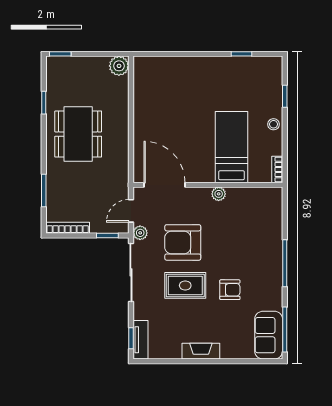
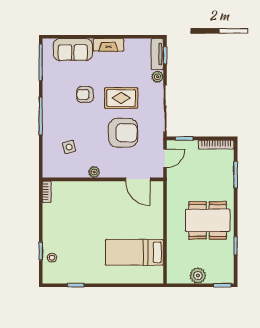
plant: (119, 66) -> (198, 276), moved
stool: (274, 124) -> (52, 258), moved
dining table: (78, 134) -> (208, 220), turned 90
bed: (232, 147) -> (134, 252), moved, turned 90
door: (165, 185) -> (138, 179), width x0.73
side table: (250, 225) -> (69, 147), added
plant: (140, 233) -> (158, 77), moved
sofa: (269, 335) -> (73, 50), moved, turned 90

